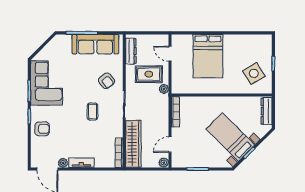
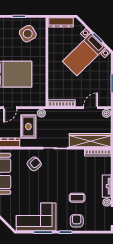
coffee table: (92, 112) -> (77, 198), moved
door: (170, 145) -> (91, 108), swing flipped

